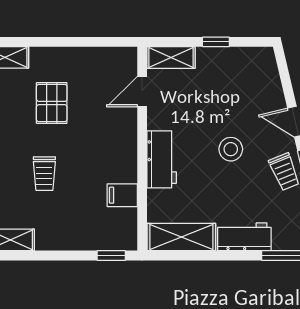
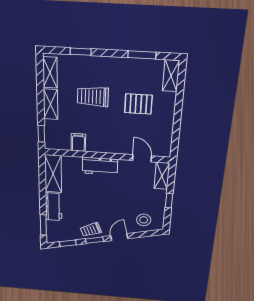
stool: (231, 149) -> (144, 220), moved
trolley: (44, 174) -> (93, 97), width x1.36, depth x1.39
shelving: (61, 240) -> (51, 104), added

